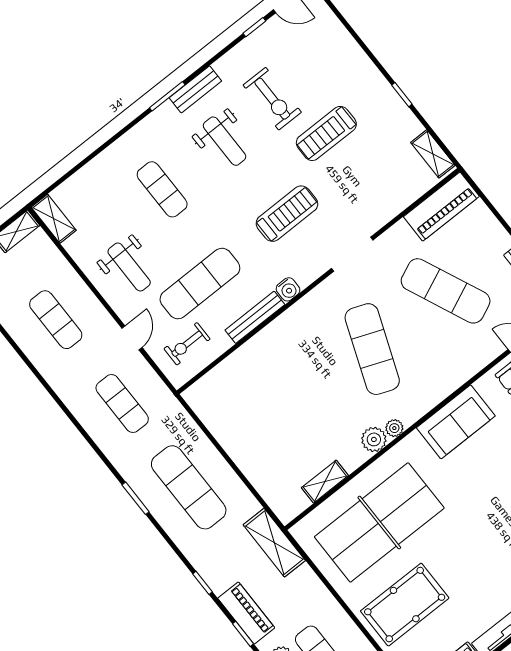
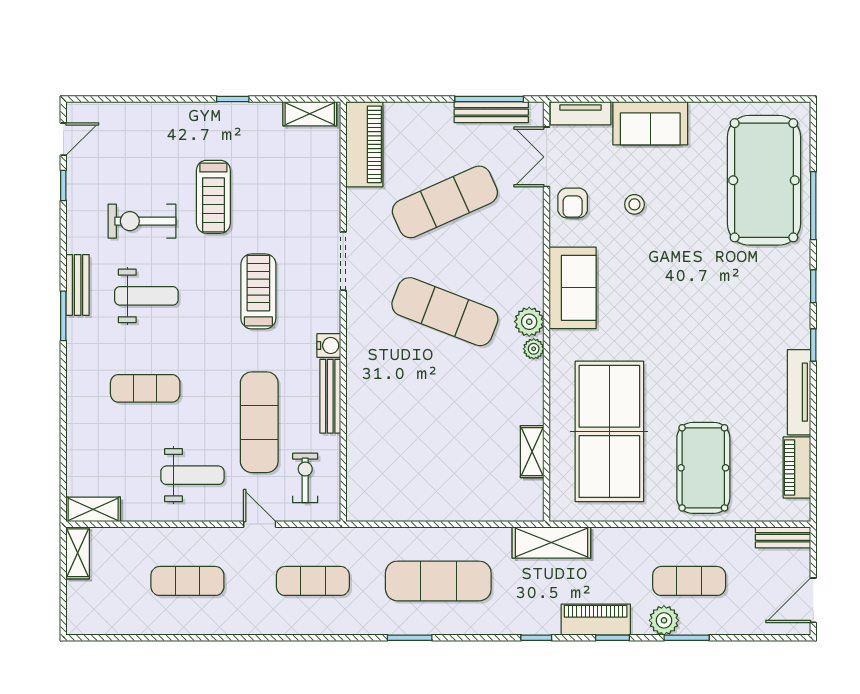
exercise bike: (272, 99) -> (142, 221), turned 180
exercise bike: (187, 344) -> (305, 478), turned 180
plant: (374, 439) -> (529, 322), moved

